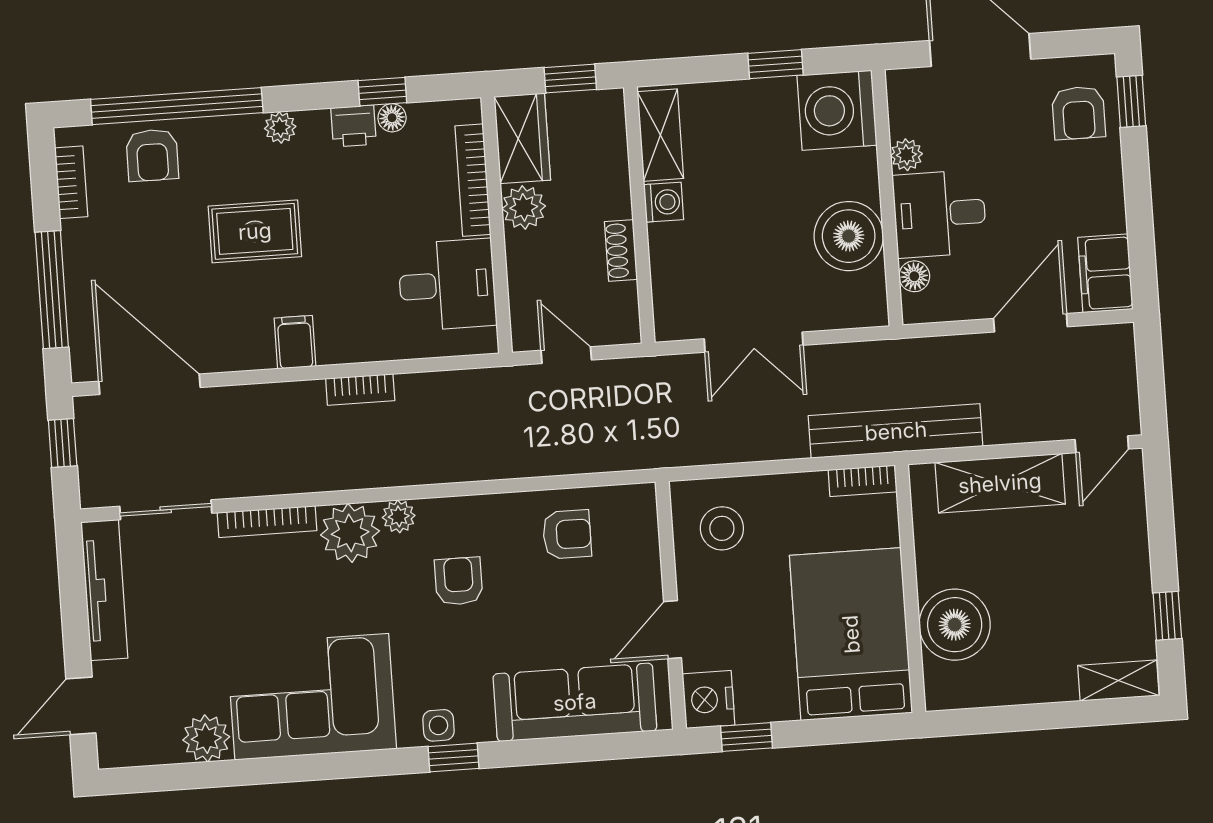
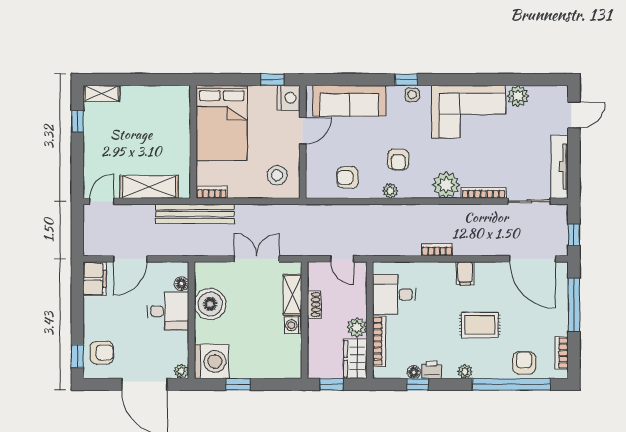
armchair: (1078, 113) -> (102, 353), turned 90
shelving: (660, 135) -> (292, 295), moved
plant: (906, 155) -> (181, 371), moved
plant: (399, 516) -> (390, 191), moved
boiler: (955, 625) -> (174, 124), removed

